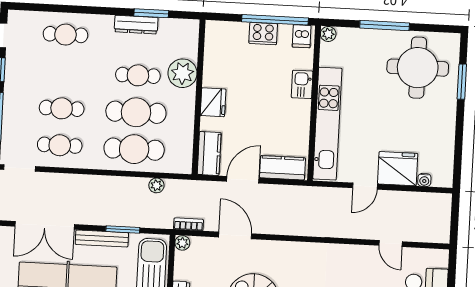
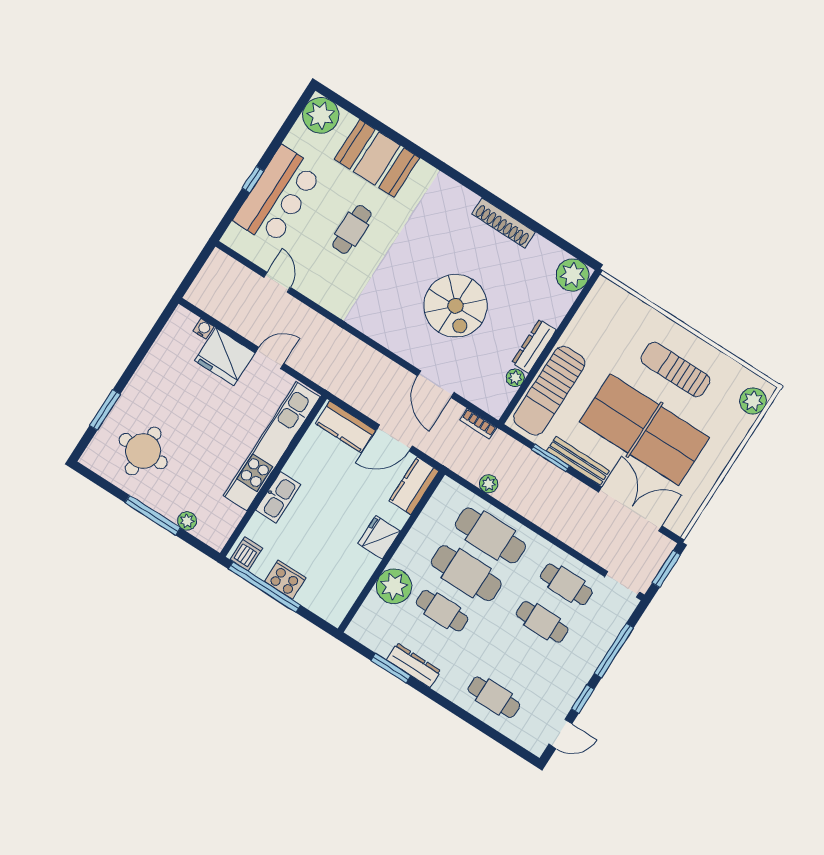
plant: (328, 34) -> (187, 521), moved
round table: (418, 68) -> (143, 451), width x0.73, depth x0.73
kitchen sink: (302, 84) -> (278, 497), width x1.38
plant: (182, 243) -> (515, 378), moved

